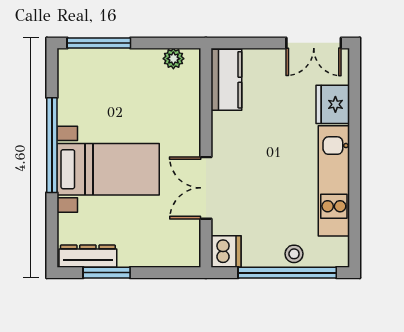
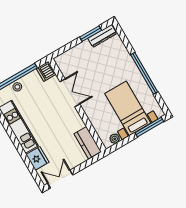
bed with nightstands: (108, 169) -> (128, 108), moved, turned 90

